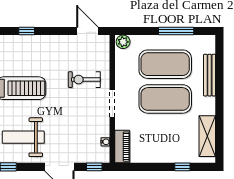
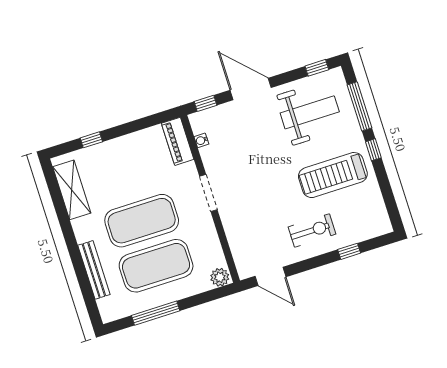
exercise bike: (84, 80) -> (312, 231), moved

